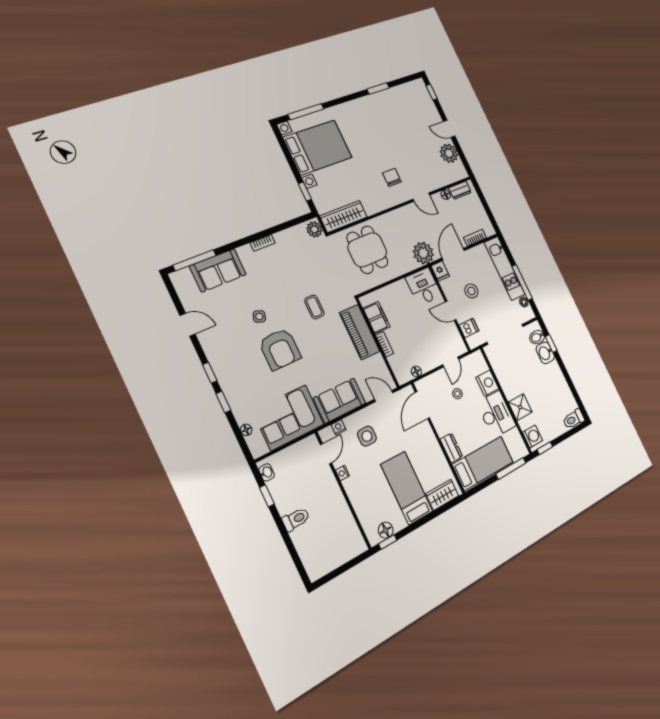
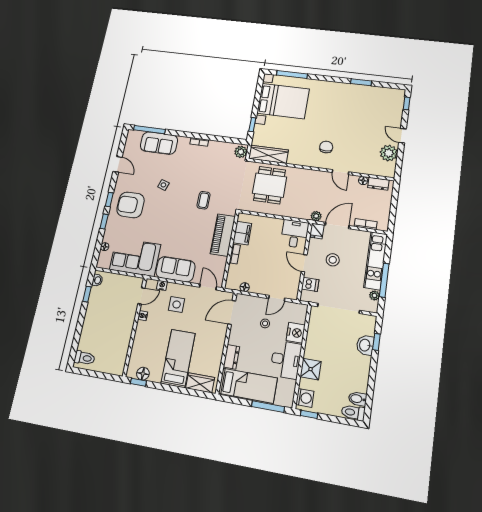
plant: (423, 253) -> (316, 216), width x0.53, depth x0.53
bidet: (537, 337) -> (358, 399), moved
armchair: (280, 349) -> (131, 205), moved, turned 90
toilet: (296, 519) -> (84, 358), moved

